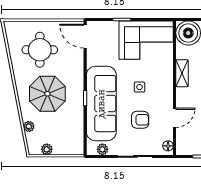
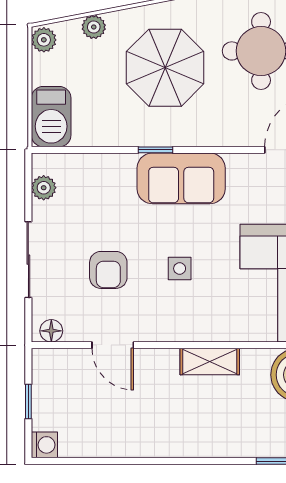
sofa: (101, 104) -> (181, 178), width x0.54, depth x0.79
barbecue: (70, 146) -> (51, 117), added
plant: (47, 149) -> (44, 40), moved

